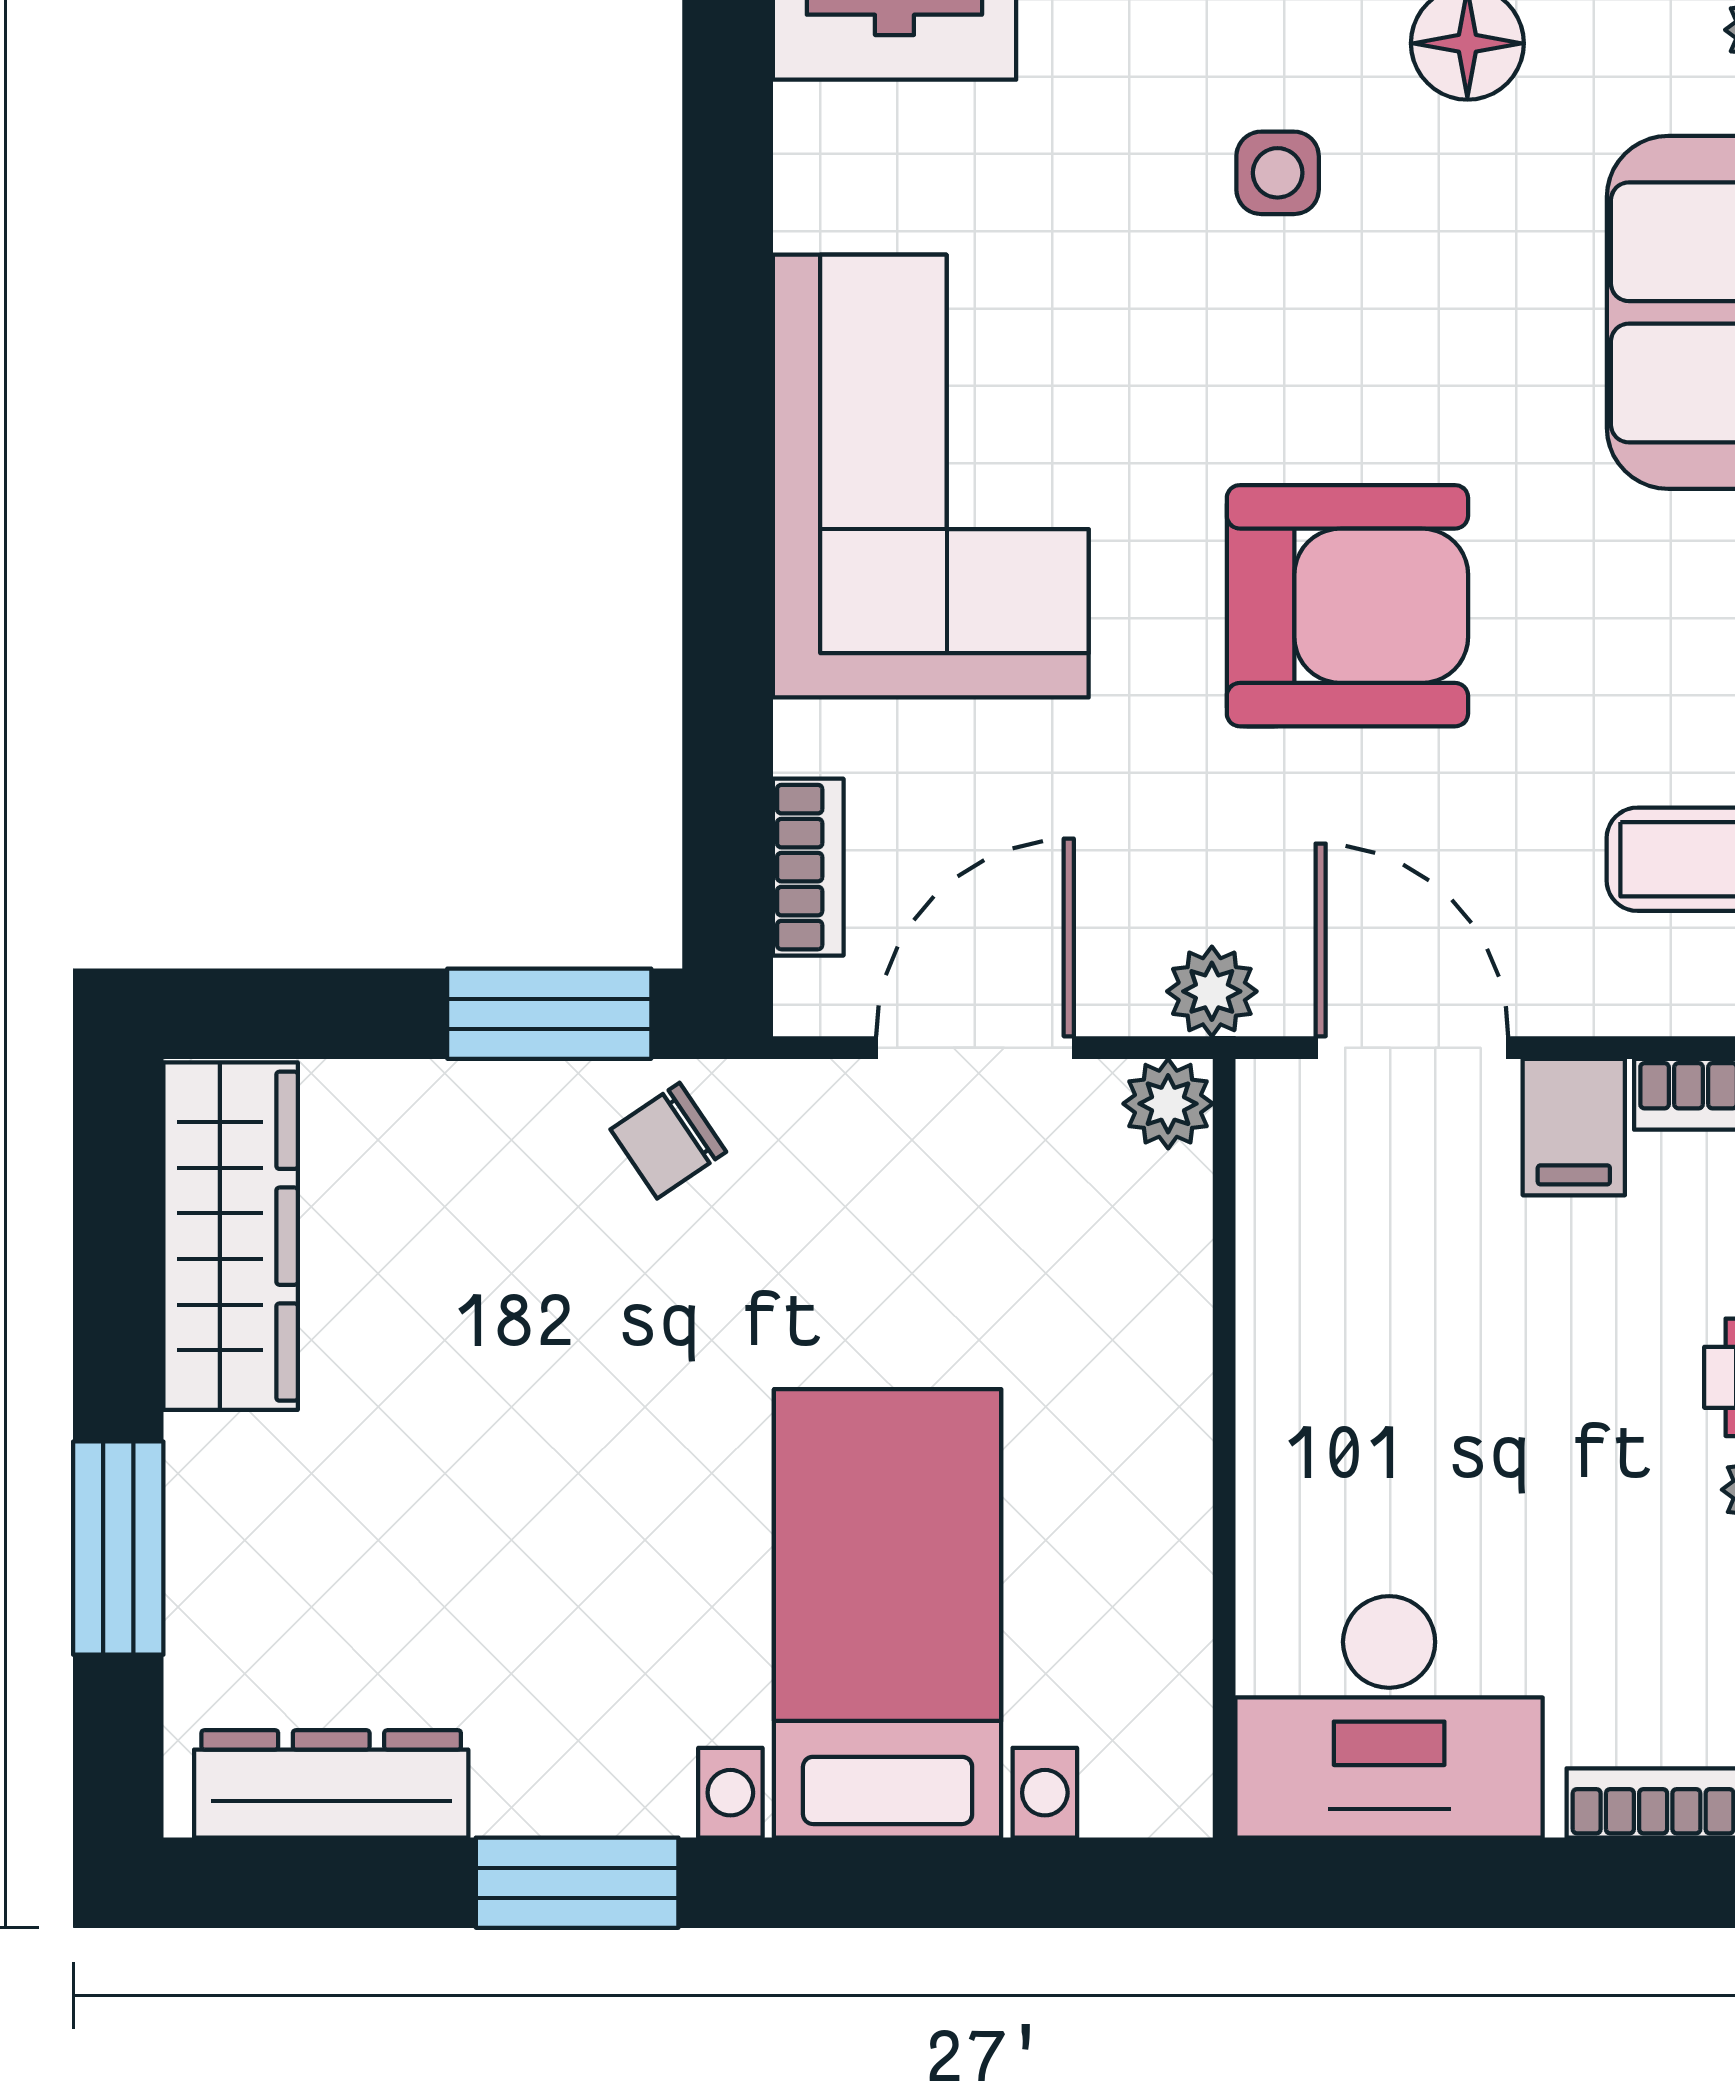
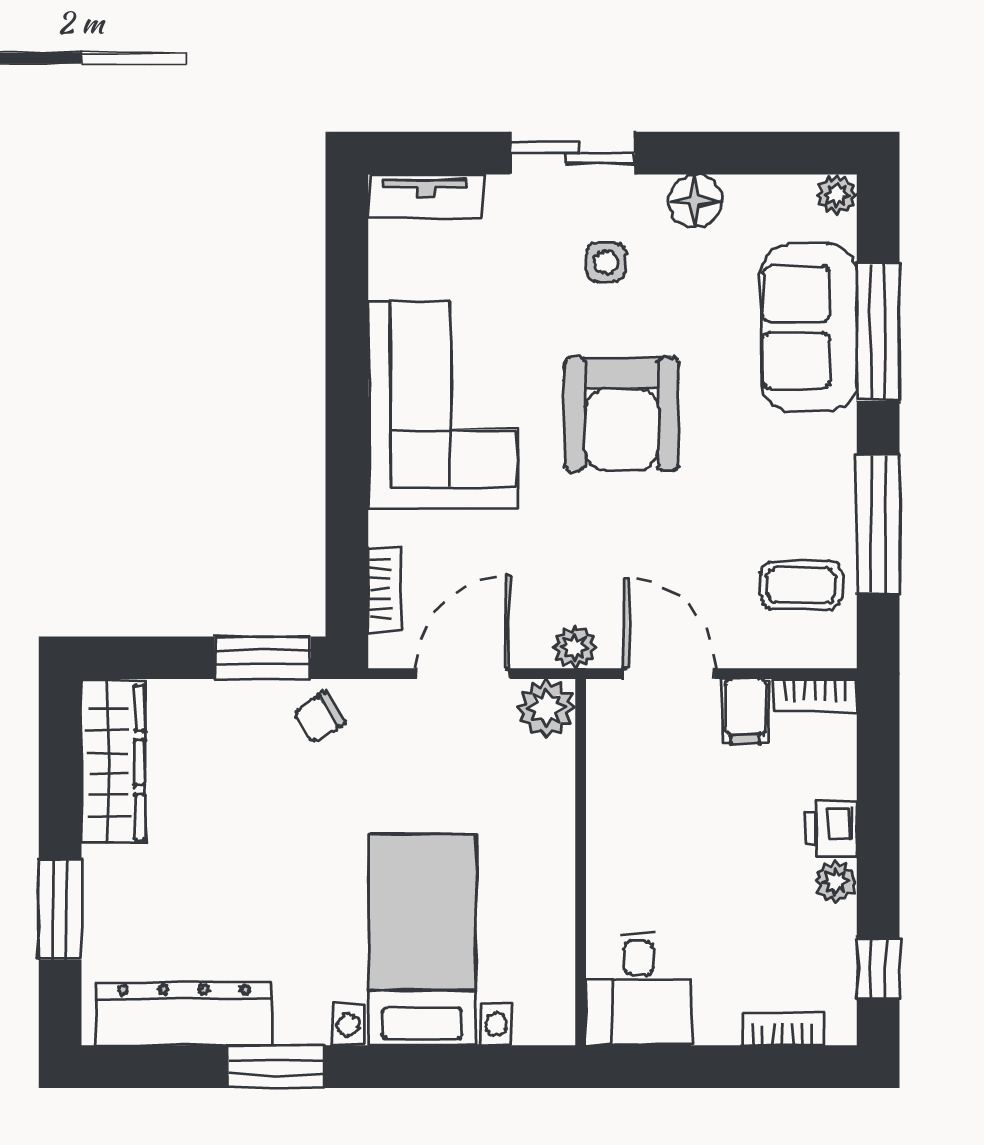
armchair: (1347, 606) -> (622, 414), moved, turned 90
plant: (1168, 1104) -> (546, 708), width x1.38, depth x1.38
desk: (1389, 1717) -> (639, 989), width x0.73
dresser: (331, 1784) -> (184, 1014), width x1.37, depth x1.24

